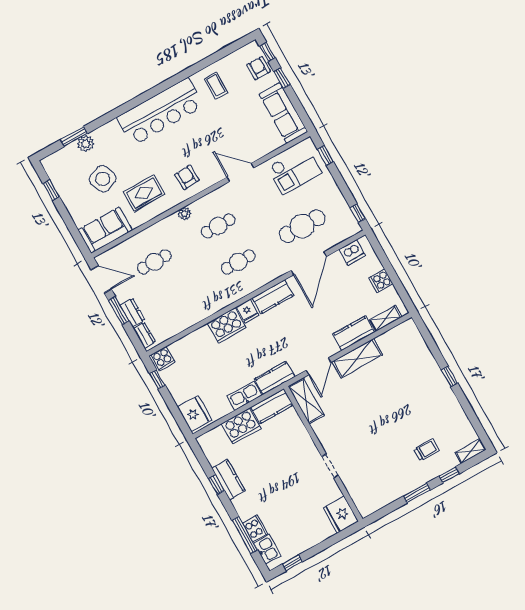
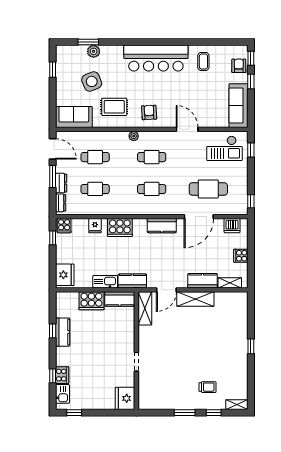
cafe table: (175, 298) -> (95, 189), added
fridge: (247, 311) -> (95, 226), moved
window: (245, 535) -> (53, 376), width x0.46

